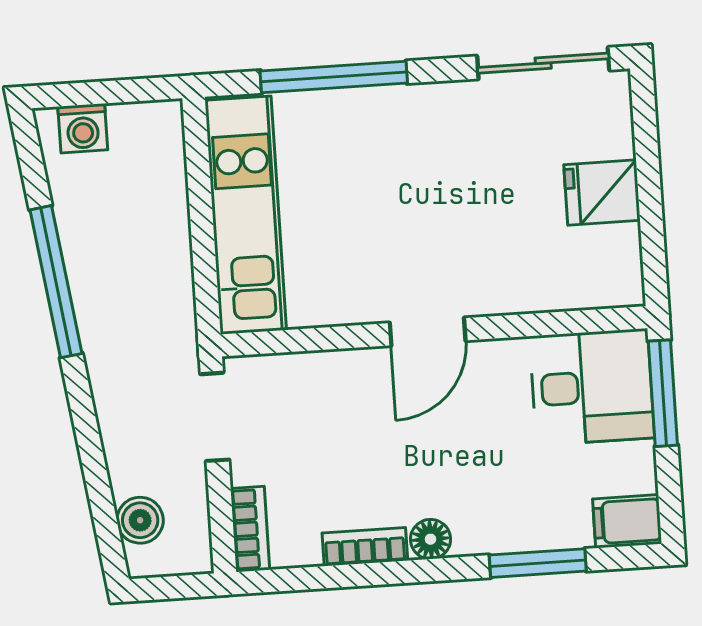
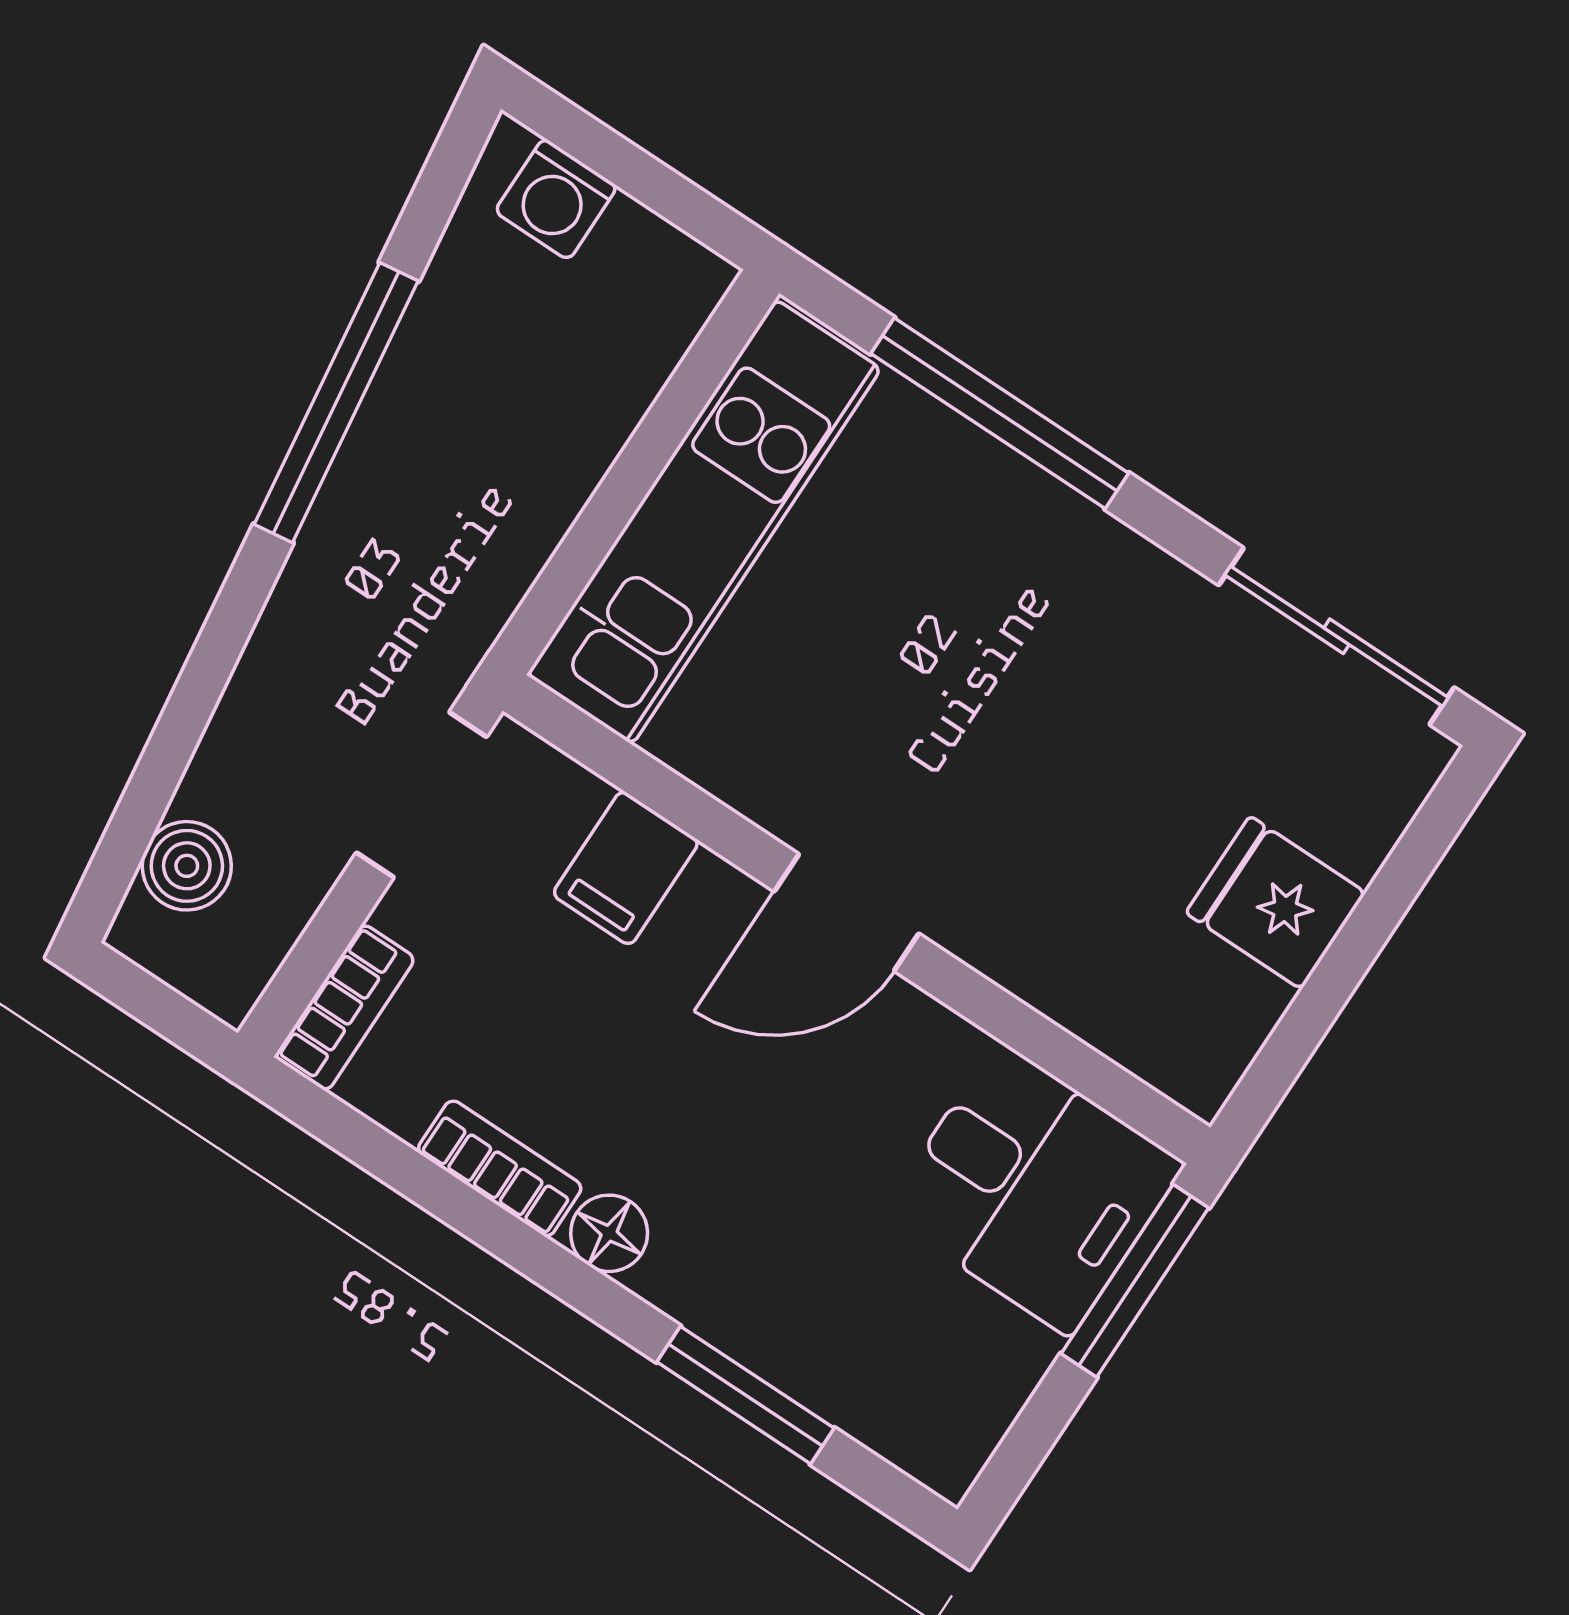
filing cabinet: (627, 521) -> (626, 868), moved, turned -90

